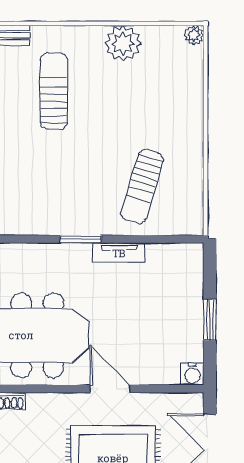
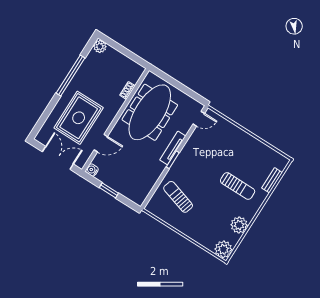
plant: (194, 35) -> (223, 249), width x1.88, depth x1.88
tv unit: (119, 253) -> (173, 148), moved, width x1.41
door: (110, 389) -> (101, 143), moved

